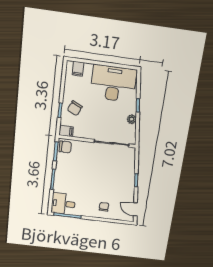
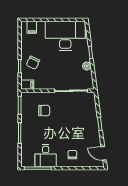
chair: (65, 147) -> (44, 111), moved
desk: (63, 204) -> (46, 156), moved, turned -90

